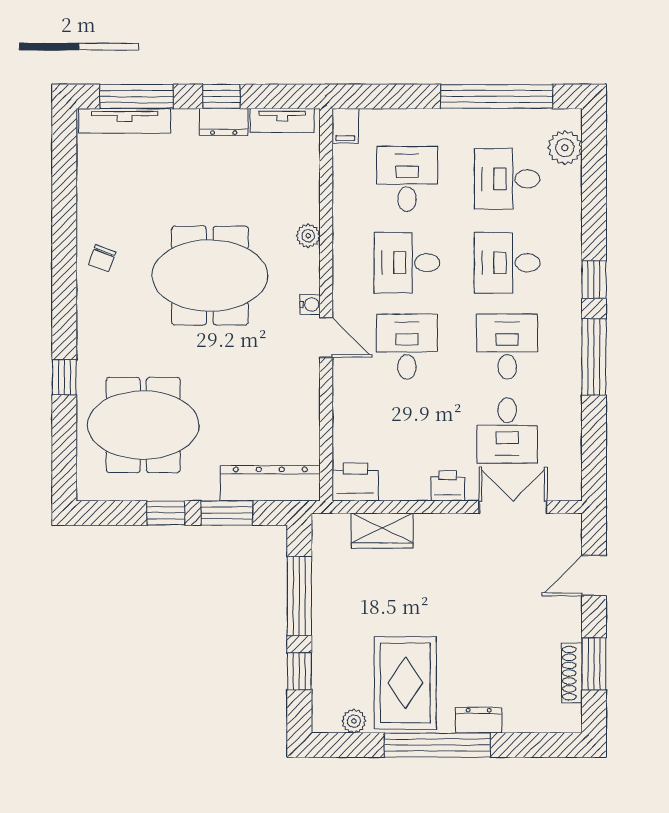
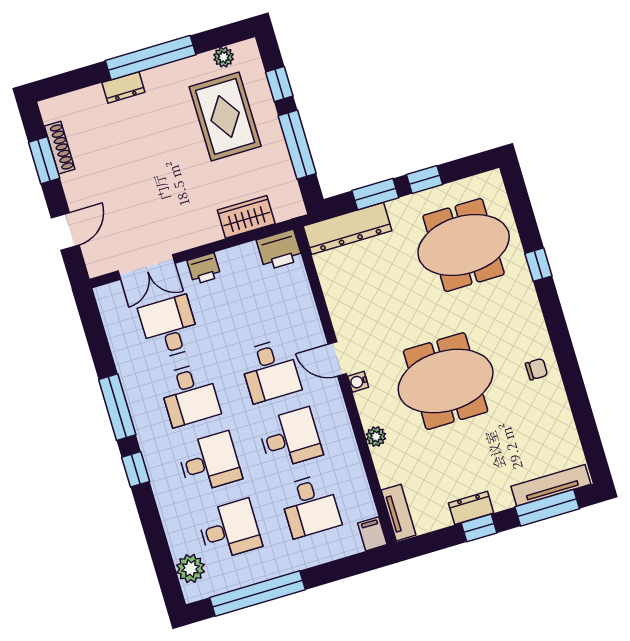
tv unit: (282, 120) -> (399, 513), moved, turned 90
chair: (102, 258) -> (536, 369), turned 69
rug: (405, 683) -> (225, 116), moved

